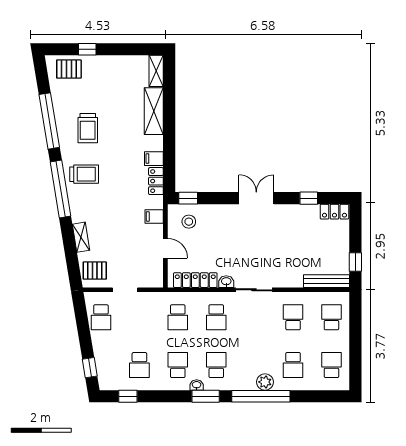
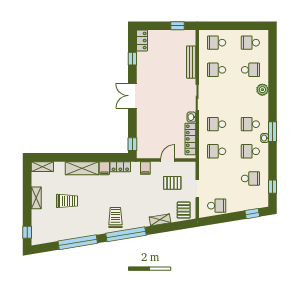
window: (87, 49) -> (27, 232), moved
shelving: (112, 62) -> (36, 198), added
pallet: (69, 69) -> (172, 183), moved, turned 90
shelving: (154, 111) -> (82, 168), moved
trolley: (88, 128) -> (67, 201), moved
stool: (189, 222) -> (149, 144), removed
bench: (326, 281) -> (191, 62), moved
school desk: (178, 317) -> (217, 151), turned 180
school desk: (216, 317) -> (217, 124), turned 180
window: (261, 396) -> (273, 93), removed

